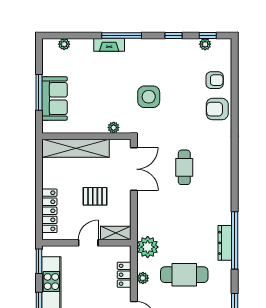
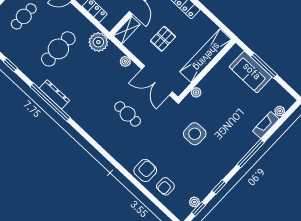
fireplace: (109, 45) -> (266, 125), moved
plant: (143, 278) -> (125, 61), moved

